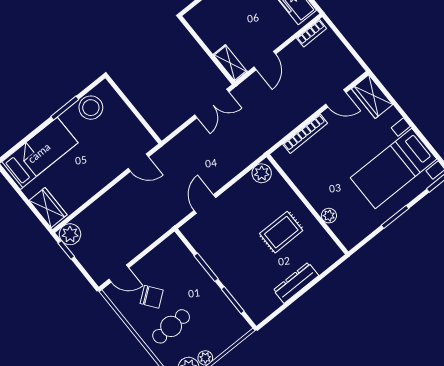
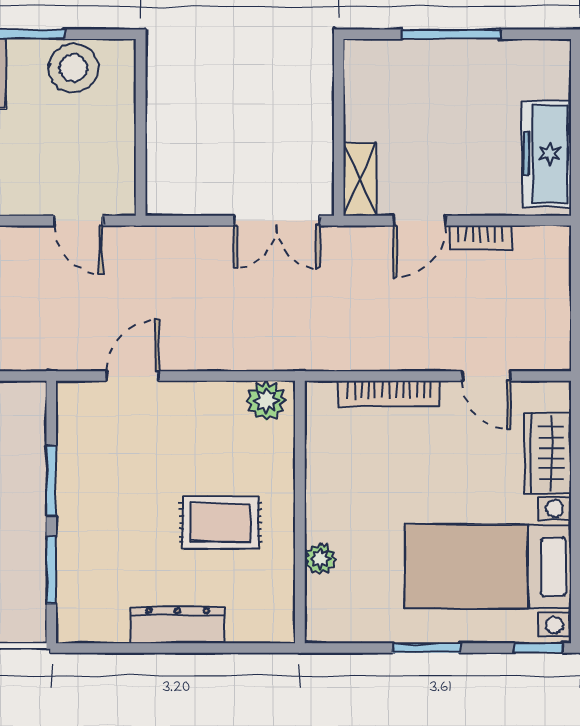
bookcase: (312, 33) -> (480, 238), moved
wardrobe: (372, 97) -> (548, 453), moved

